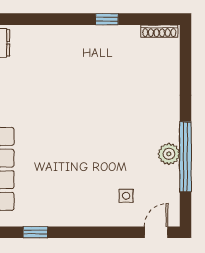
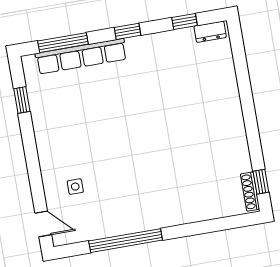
window: (107, 19) -> (261, 182), moved
plant: (169, 154) -> (126, 223), removed

